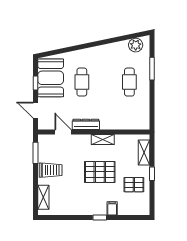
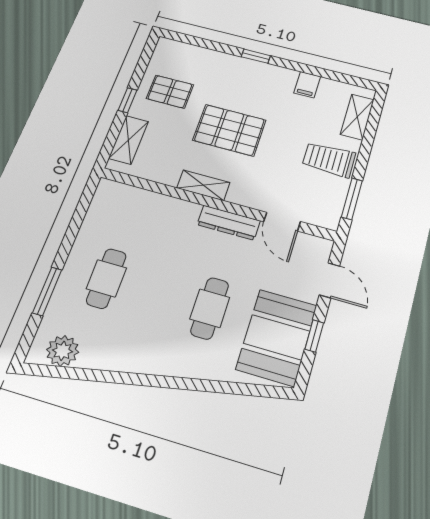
filing cabinet: (112, 208) -> (307, 85), moved

